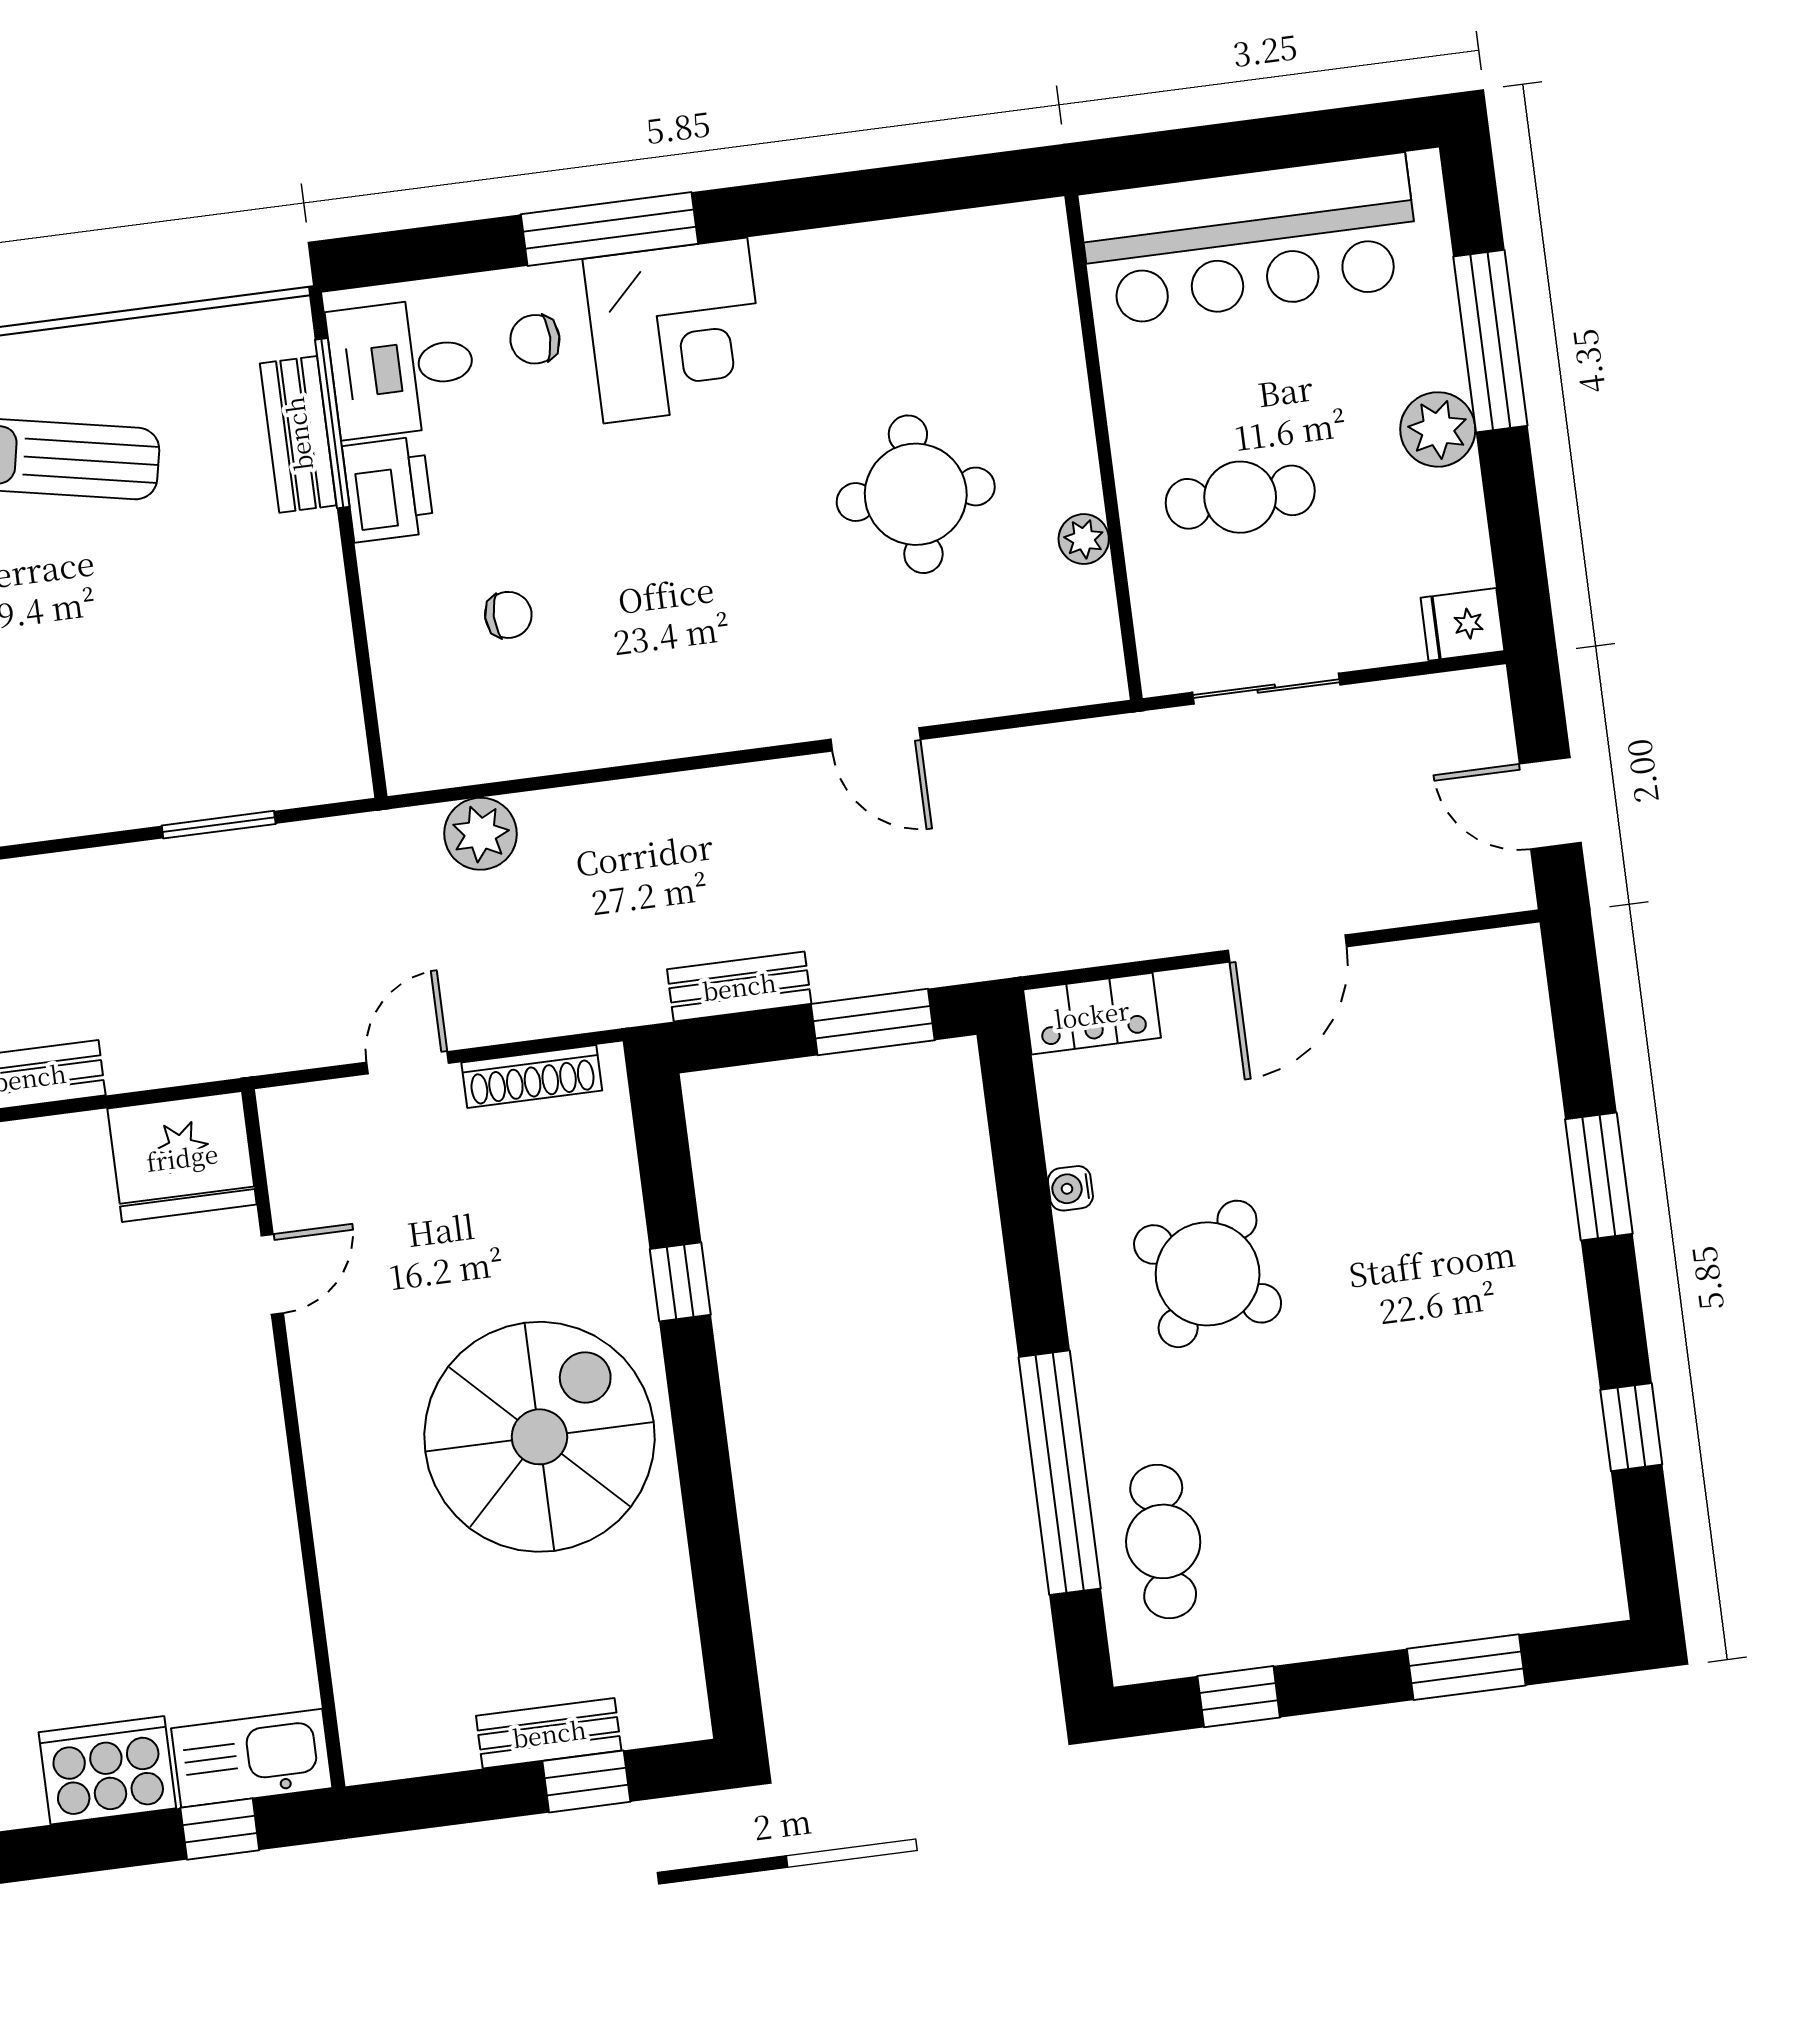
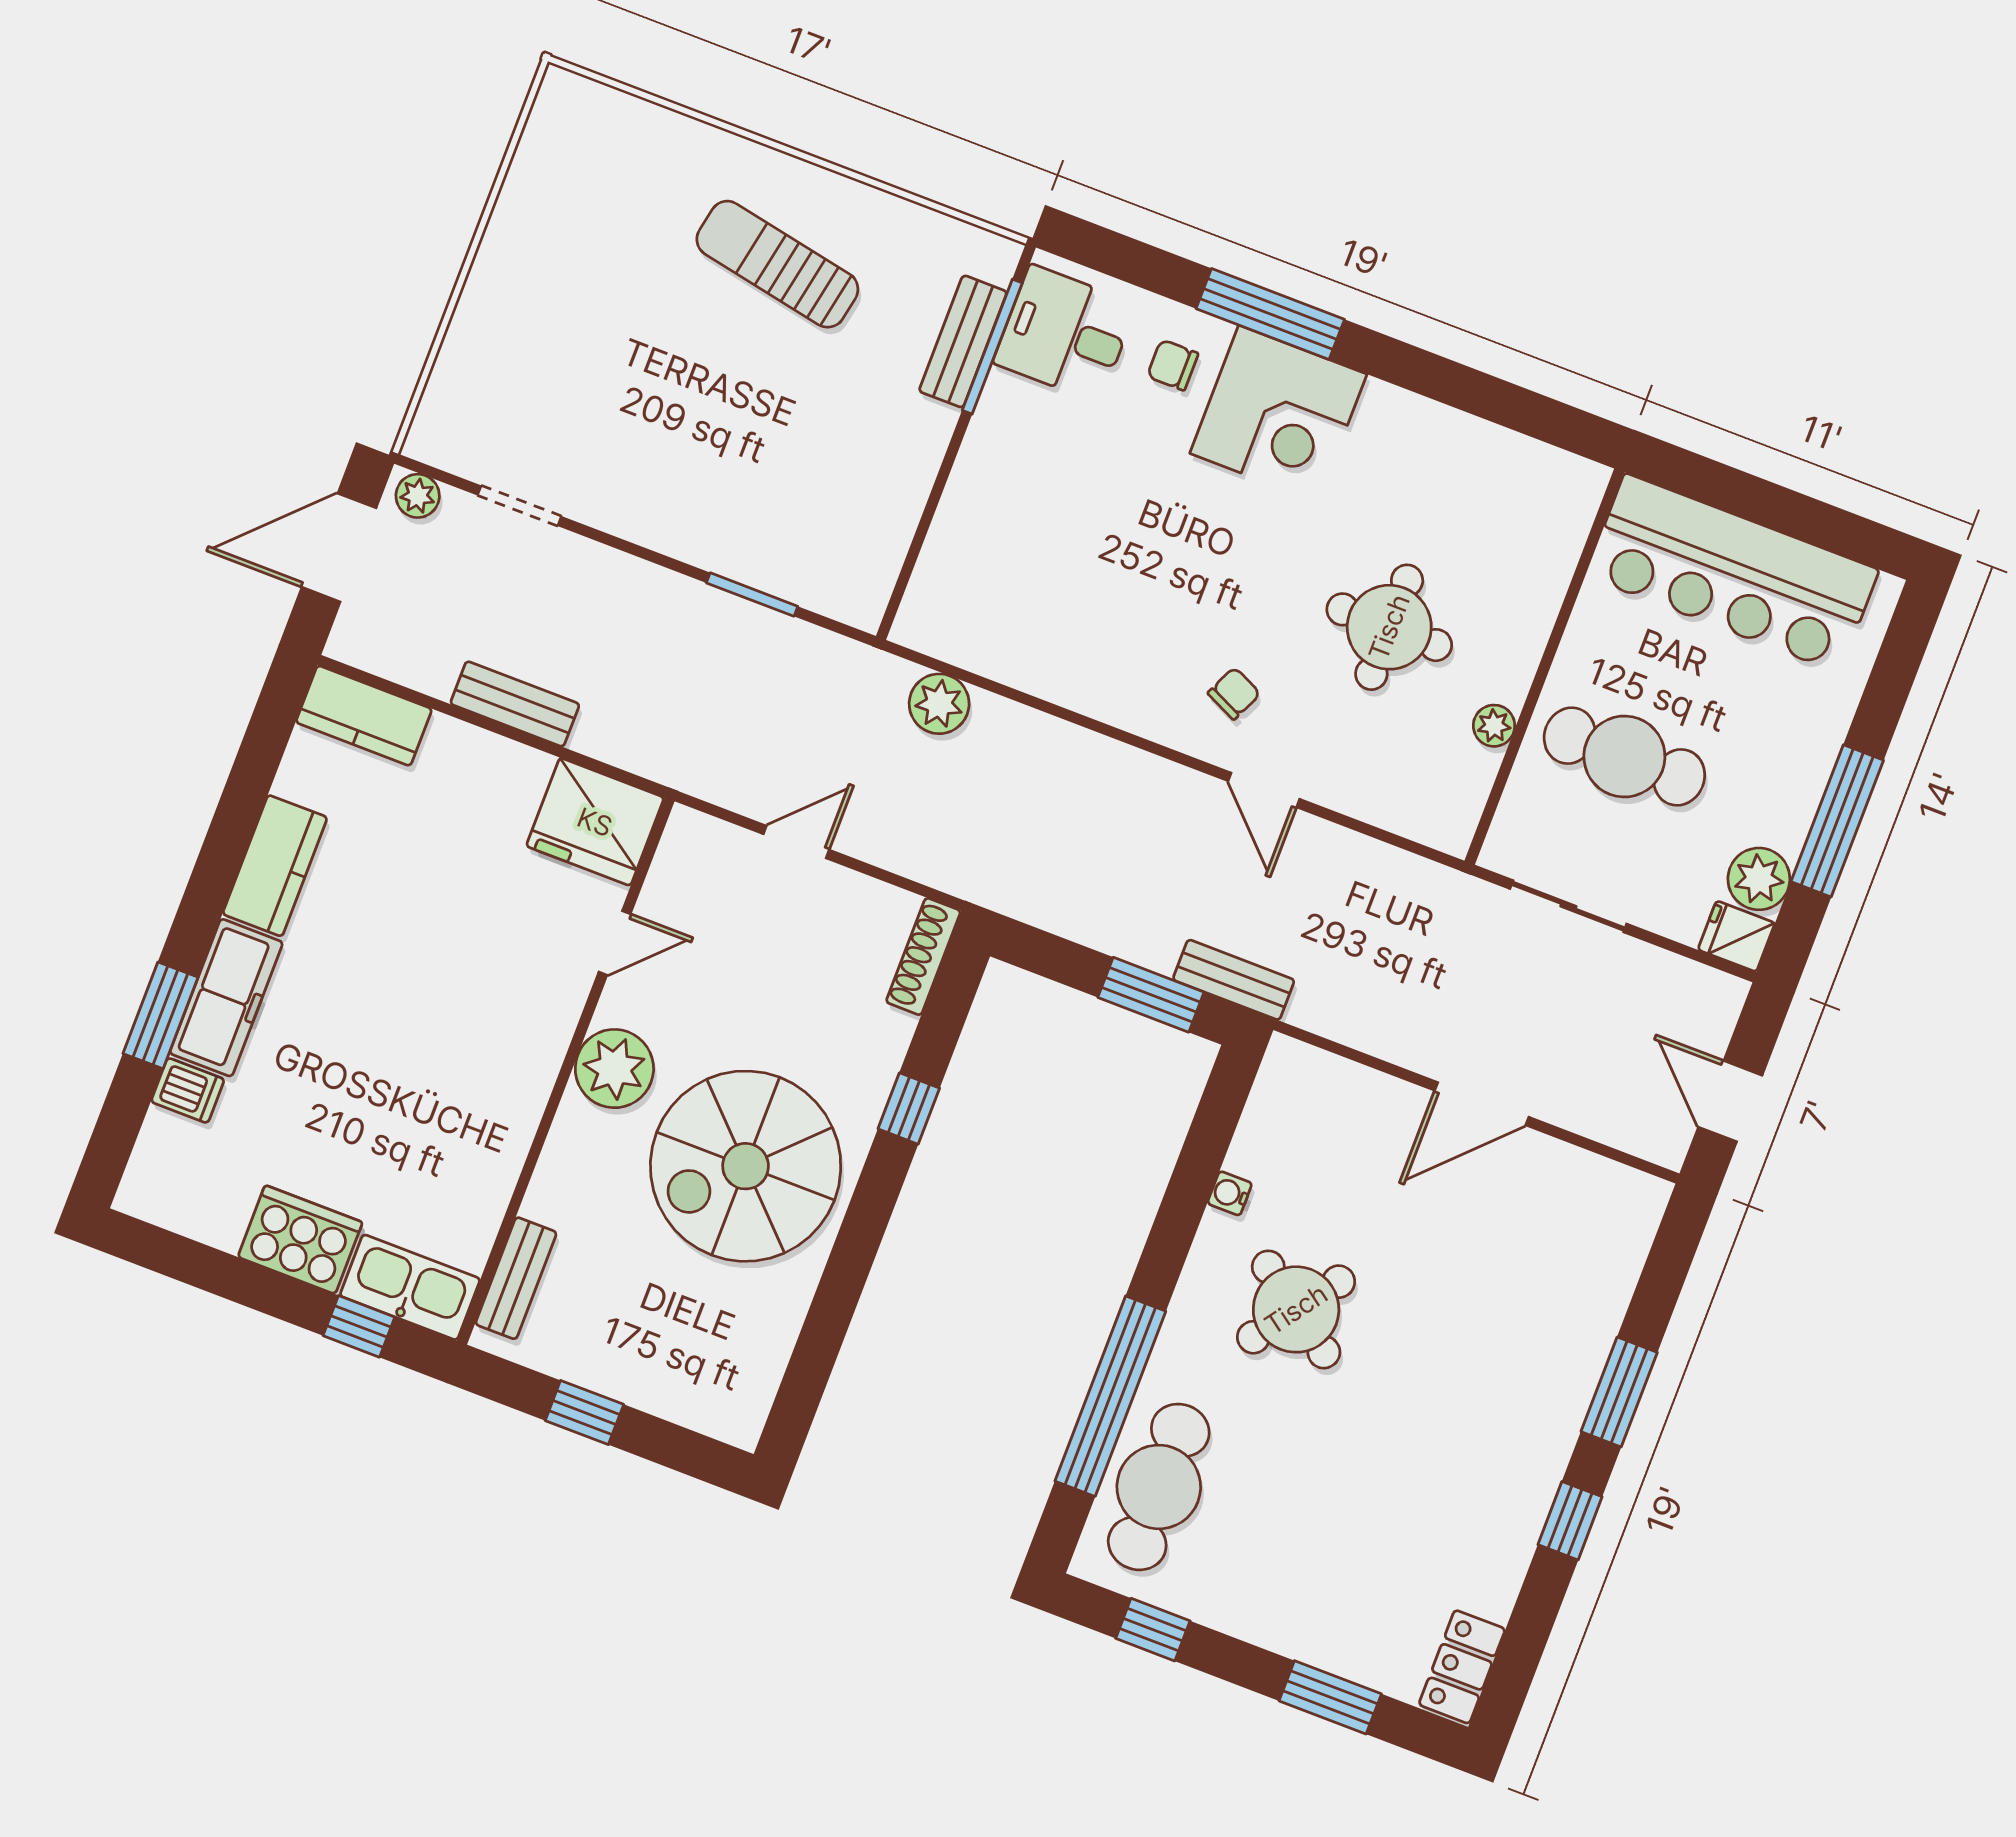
window: (1490, 341) -> (1837, 821), moved
plant: (1438, 429) -> (1759, 879), moved
printer: (388, 489) -> (1007, 417), removed
cafe table: (1240, 497) -> (1624, 757), width x1.37, depth x1.35
chair: (508, 615) -> (1234, 693), moved, turned -65
bench: (739, 986) -> (1234, 980), moved
locker: (1092, 1014) -> (1462, 1667), moved, turned 90
shoe rack: (532, 1076) -> (923, 956), moved, turned 90
plant: (344, 1408) -> (614, 1069), added
window: (1631, 1427) -> (1570, 1521), moved
spiral stairs: (539, 1437) -> (746, 1166), turned 180
cafe table: (1163, 1541) -> (1159, 1487), width x1.37, depth x1.35
bench: (549, 1733) -> (516, 1278), moved, turned 90
window: (586, 1781) -> (584, 1413), moved

